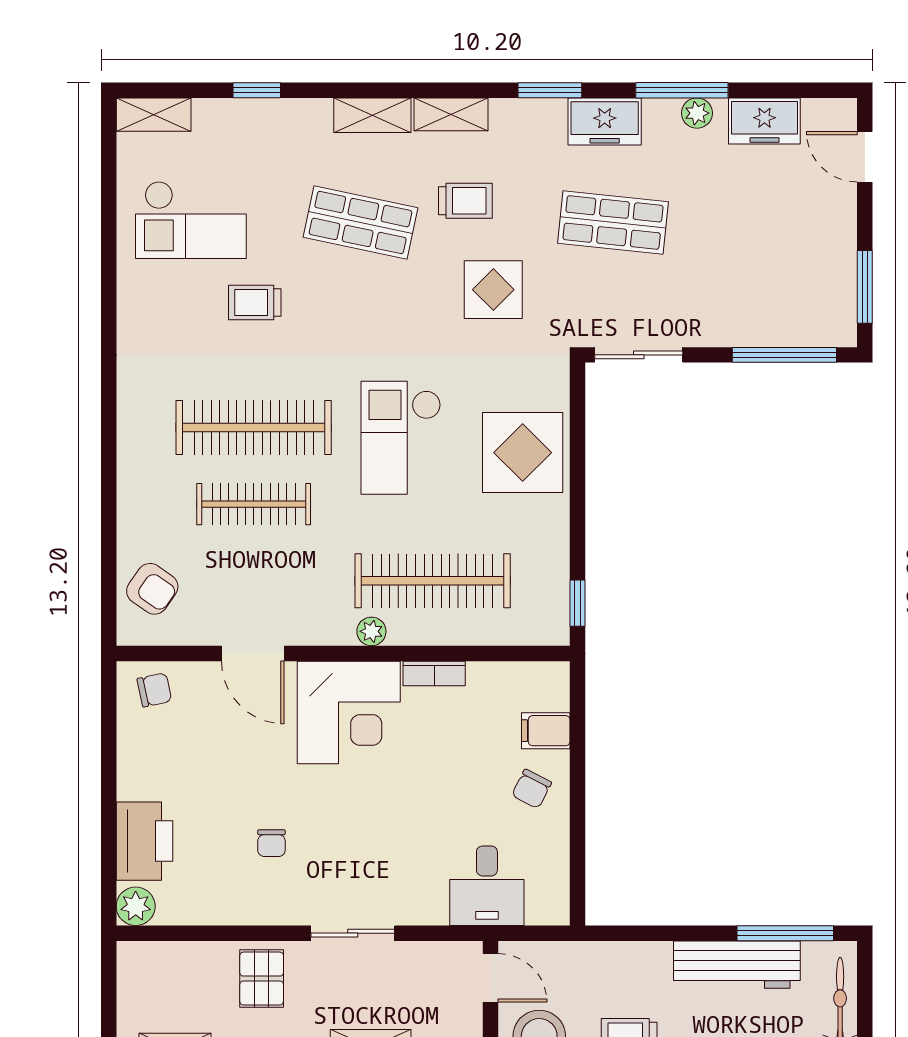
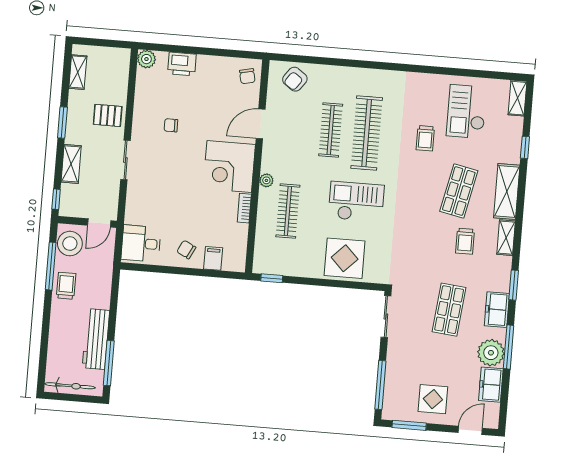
plant: (697, 113) -> (491, 353), width x1.88, depth x1.88
shelving: (372, 115) -> (507, 191), width x1.50, depth x1.33
display table: (493, 290) -> (433, 399), moved
trolley: (255, 303) -> (425, 138), turned 180
clothes rail: (433, 581) -> (288, 211), width x0.73, depth x0.76
printer: (144, 841) -> (182, 64), width x0.73, depth x0.84
desk: (487, 886) -> (141, 243), moved

